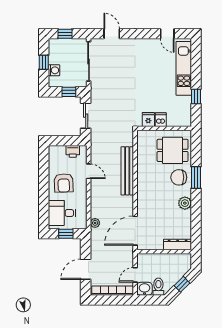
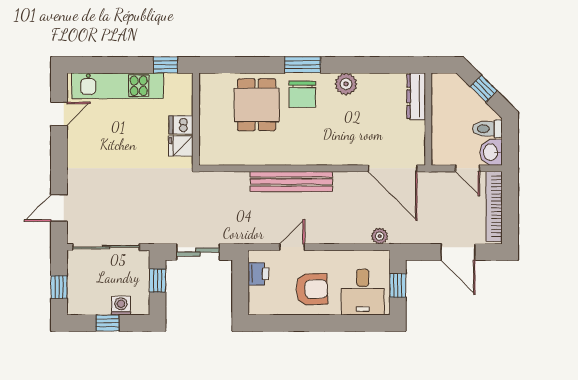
fridge: (148, 120) -> (181, 146), moved
dishwasher: (161, 120) -> (181, 125), moved
wall: (164, 128) -> (196, 119), moved

